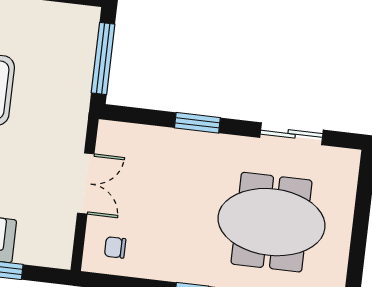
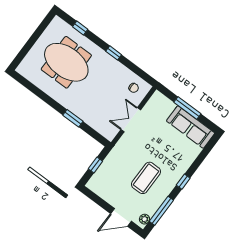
window: (103, 59) -> (95, 165), width x0.46
sliding door: (292, 134) -> (38, 92), removed

